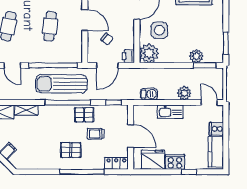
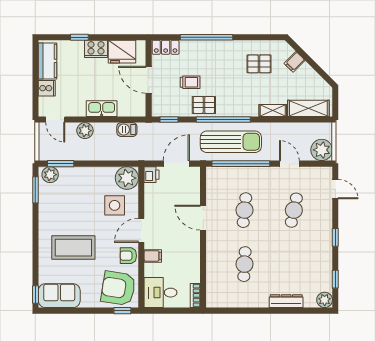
chair: (107, 39) -> (177, 195), removed
plant: (196, 56) -> (50, 175), moved
pallet: (71, 150) -> (259, 64), moved

